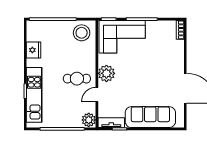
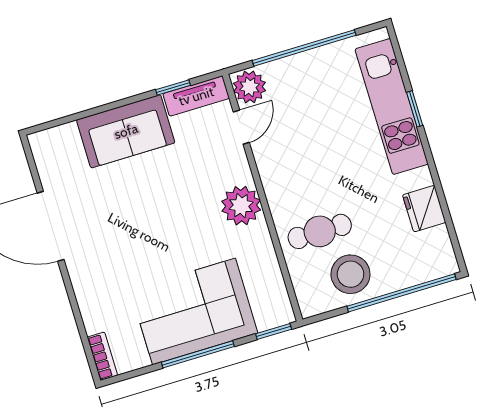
stool: (82, 33) -> (350, 274), moved
corner sofa: (122, 37) -> (194, 311), moved
cafe table: (77, 79) -> (320, 231), moved
door: (97, 95) -> (241, 127), moved
sofa: (150, 117) -> (126, 131), width x0.73

